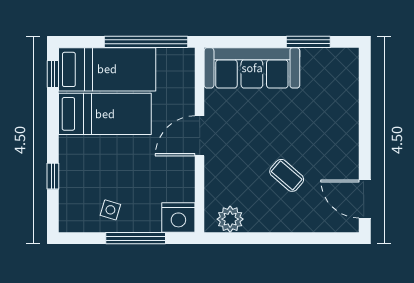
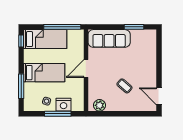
bed: (105, 114) -> (44, 73), moved
window: (53, 176) -> (21, 86), width x2.17
nightstand: (178, 218) -> (64, 105), moved

